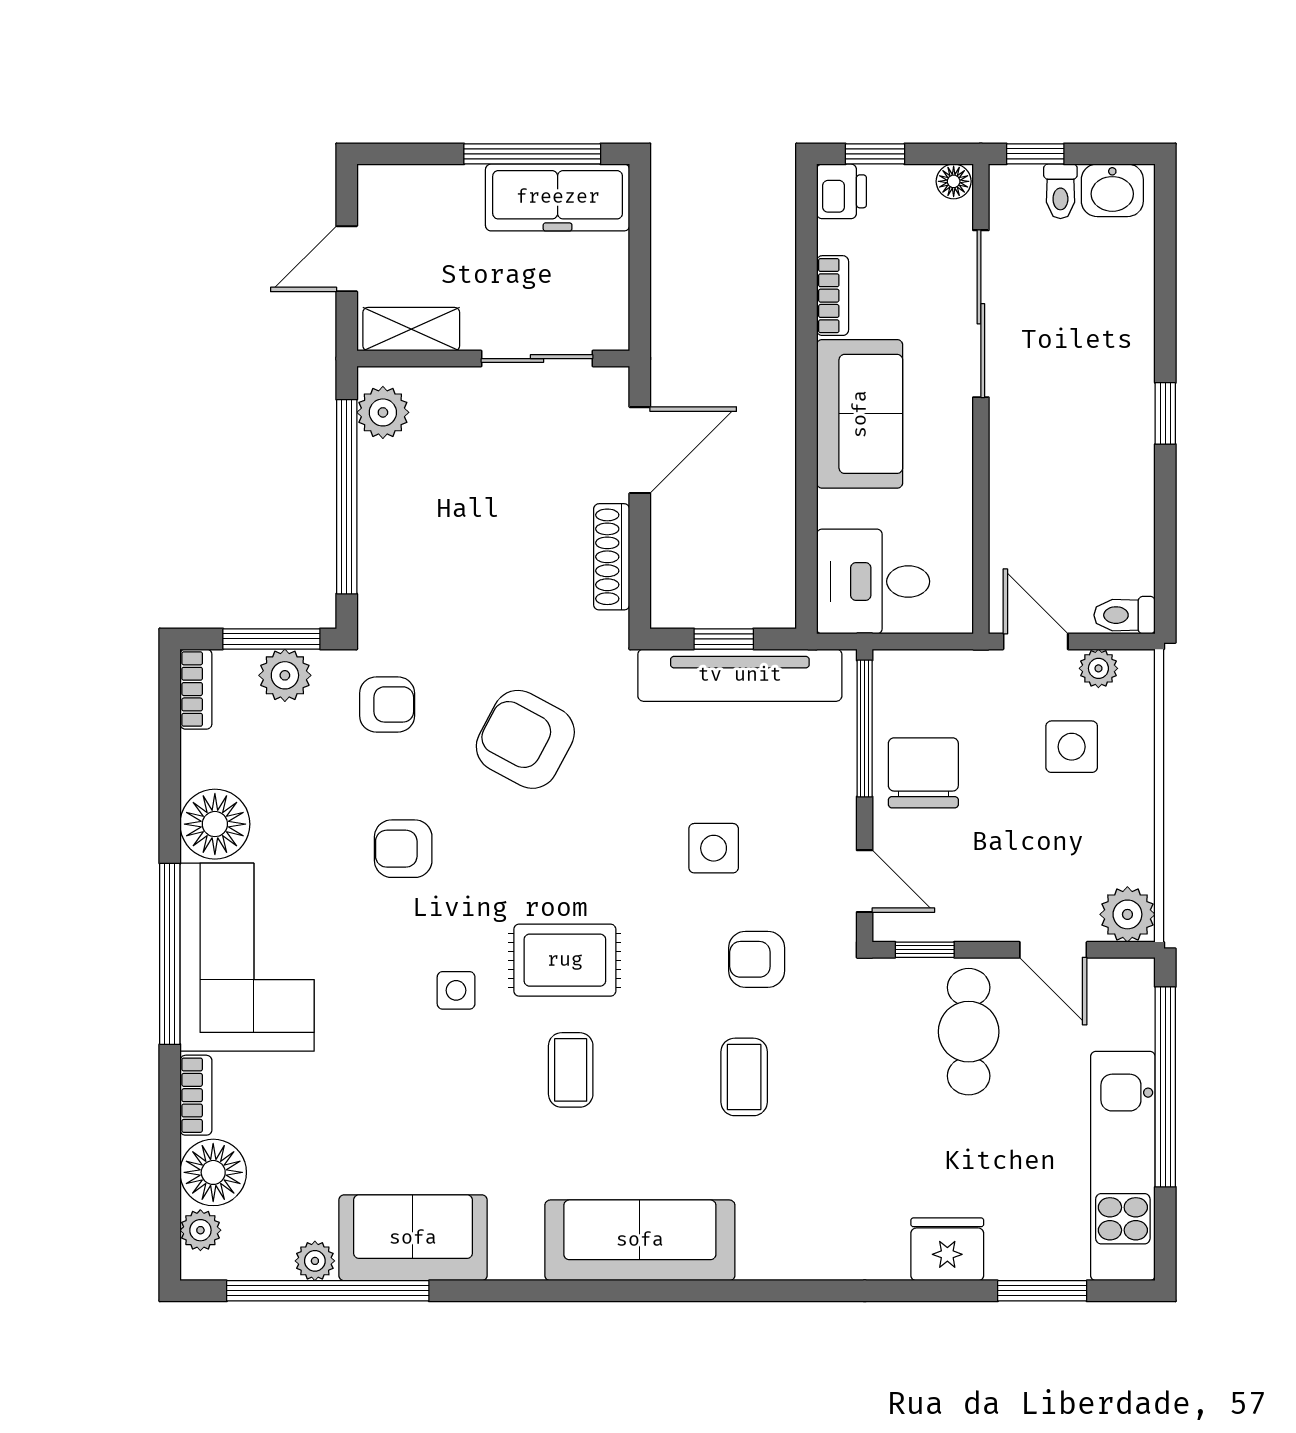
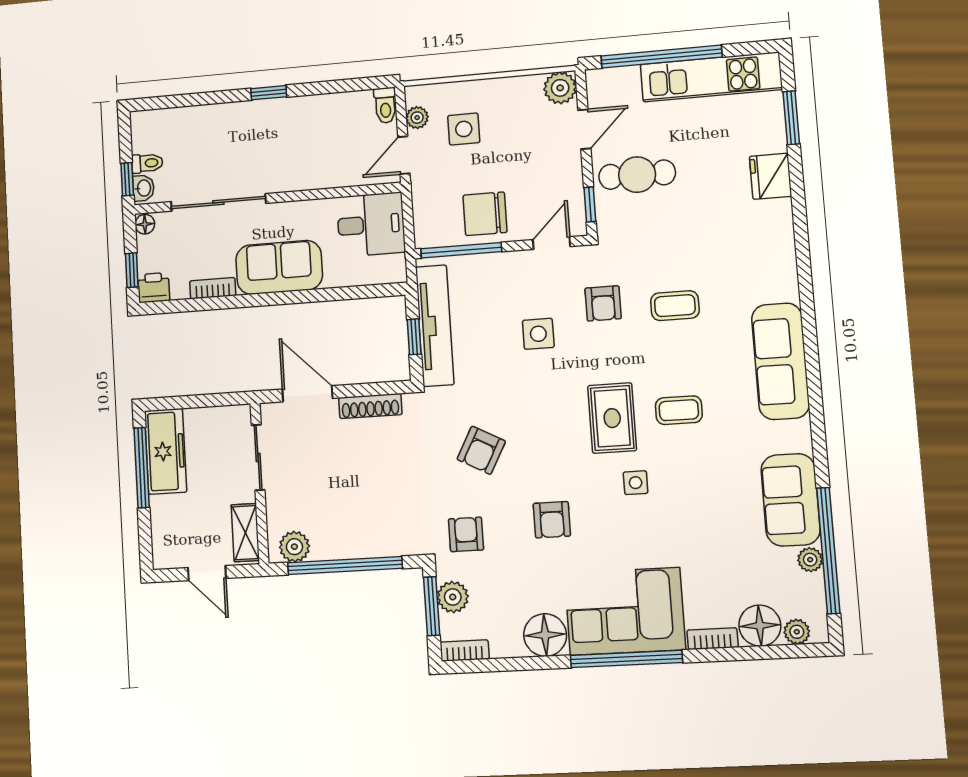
washbasin: (1112, 190) -> (143, 188), moved, width x0.72, depth x0.69
desk: (873, 581) -> (371, 225), moved, turned -90
armchair: (525, 739) -> (481, 450), width x0.72, depth x0.72

